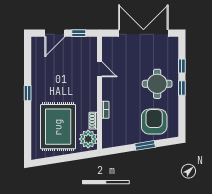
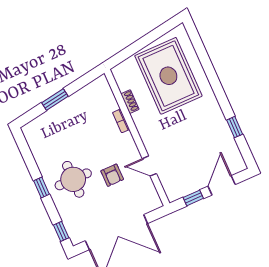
window: (182, 66) -> (61, 231), moved
window: (28, 93) -> (235, 127), moved
armchair: (154, 122) -> (112, 175), moved, width x0.53, depth x0.53
plant: (88, 139) -> (126, 77), removed

